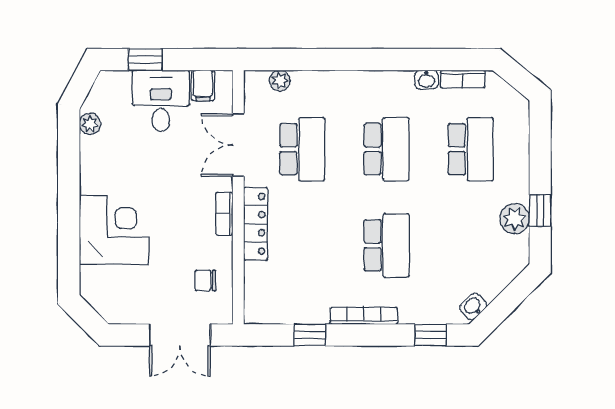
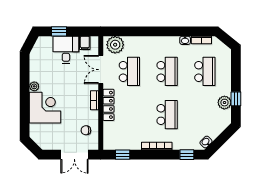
plant: (280, 81) -> (115, 45), width x1.88, depth x1.88
plant: (90, 124) -> (34, 86), moved
window: (310, 335) -> (123, 155), moved

